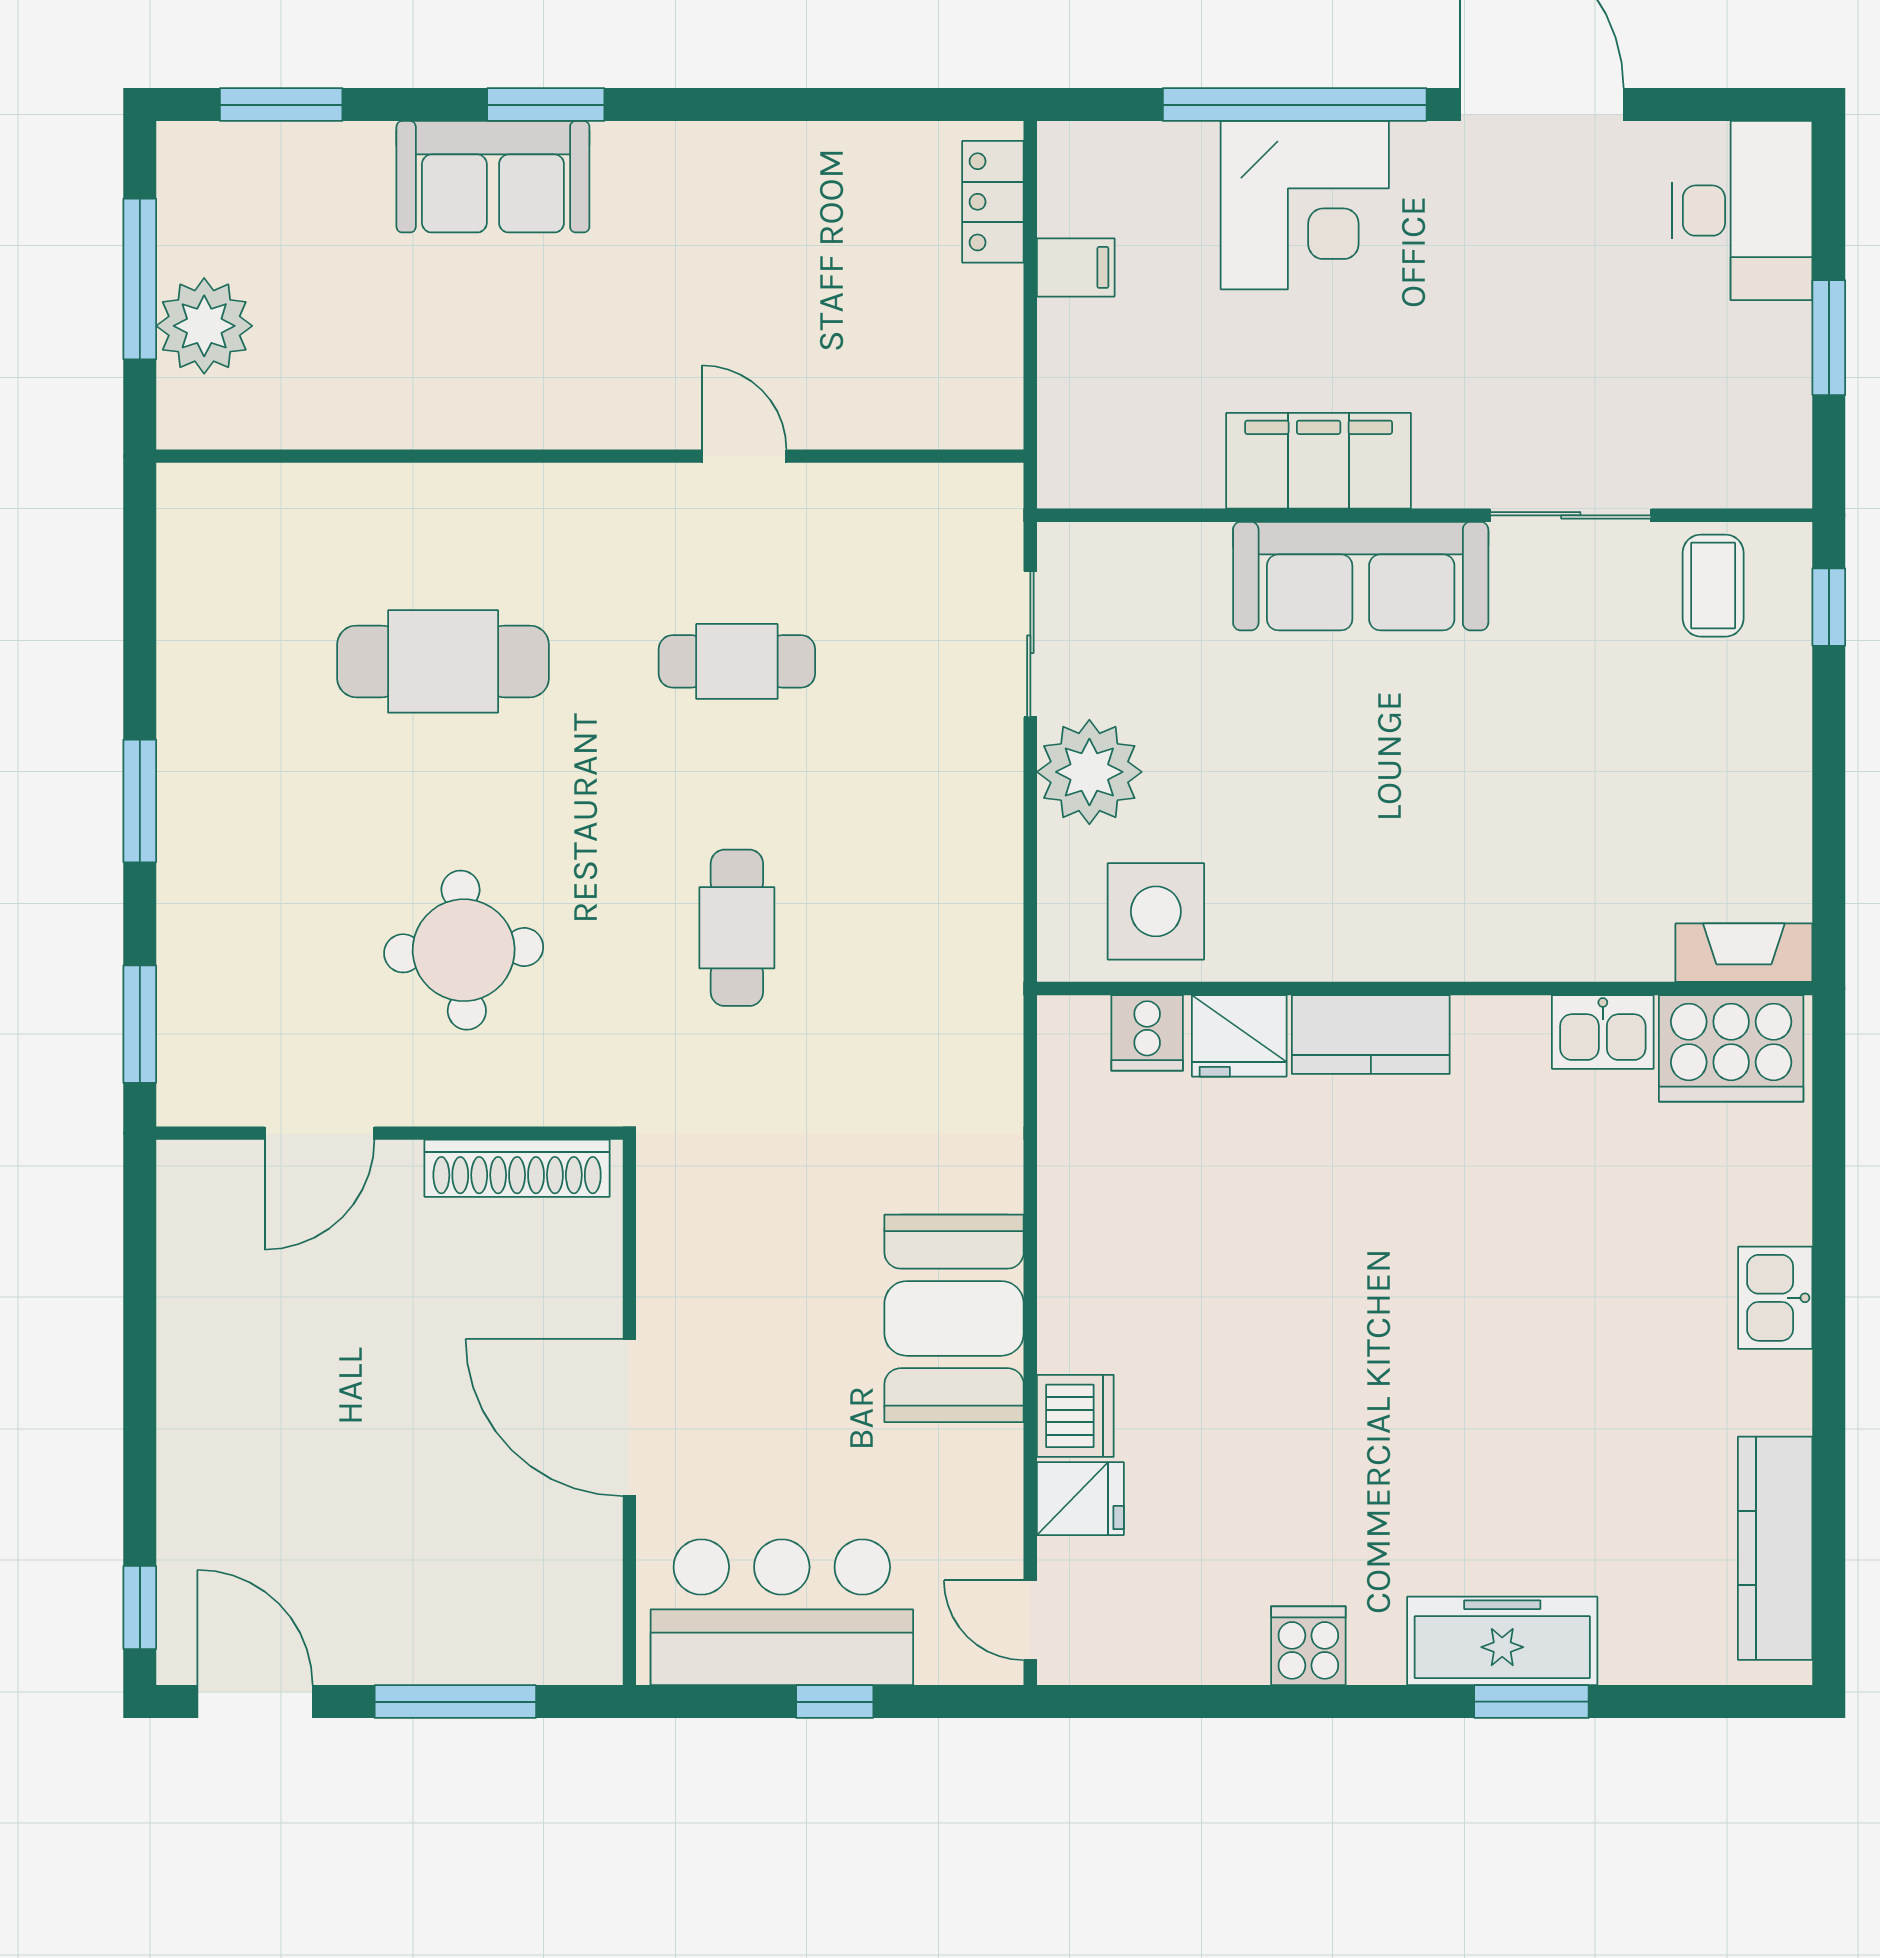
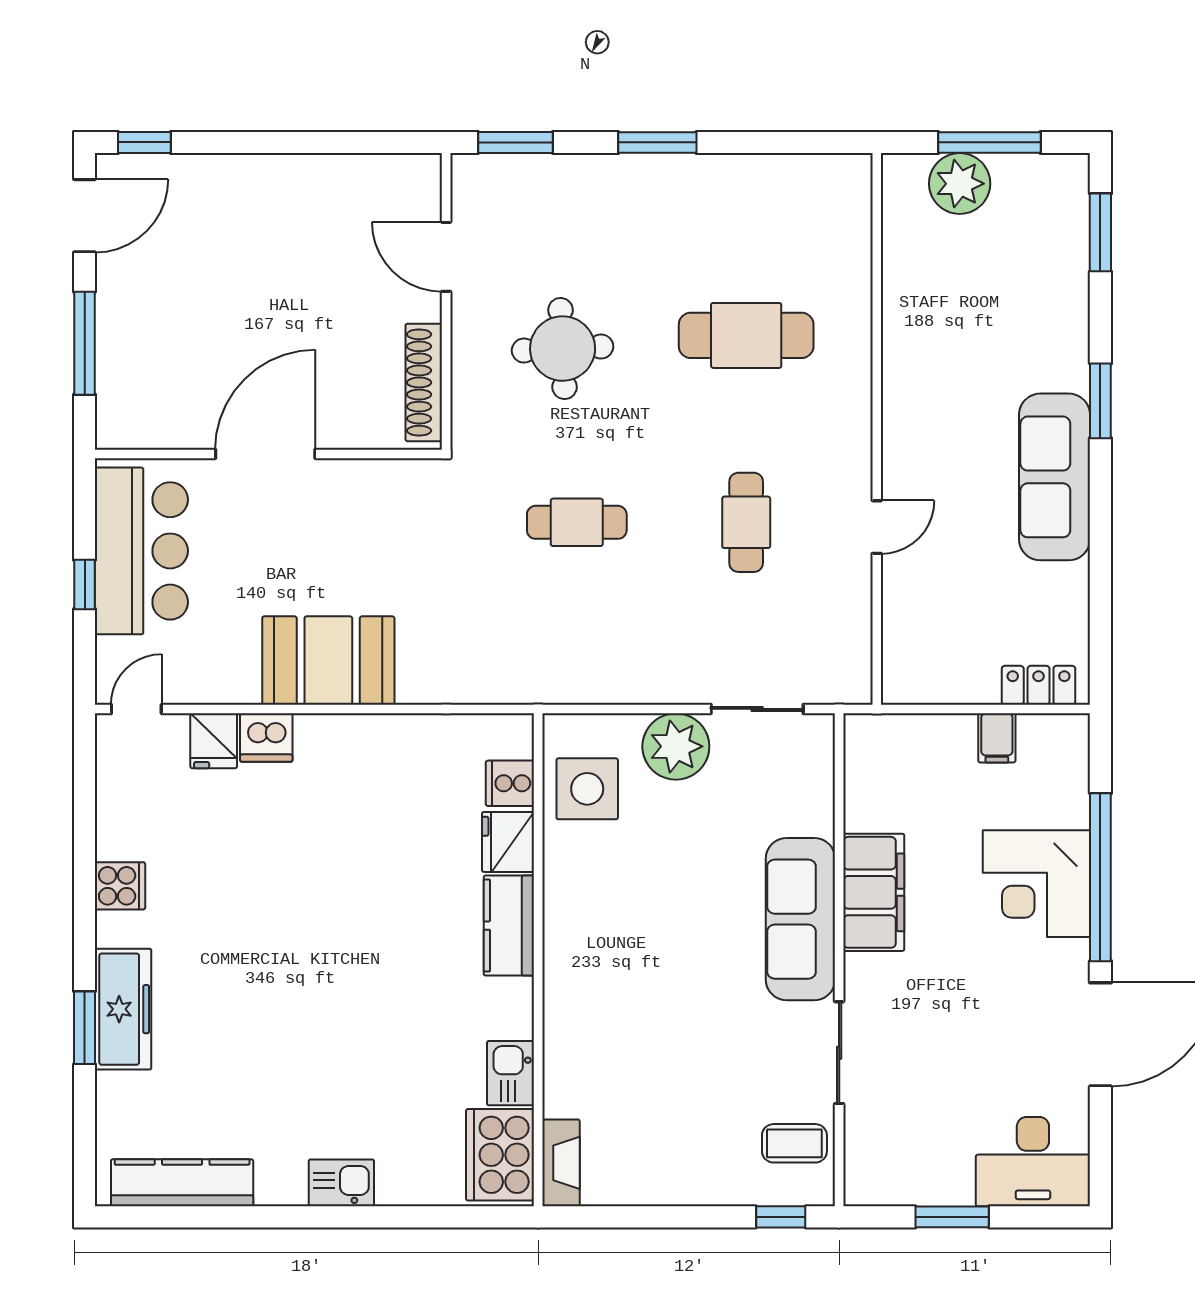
sofa: (493, 177) -> (1055, 477), moved, width x1.36
cafe table: (443, 661) -> (746, 335), turned 90

